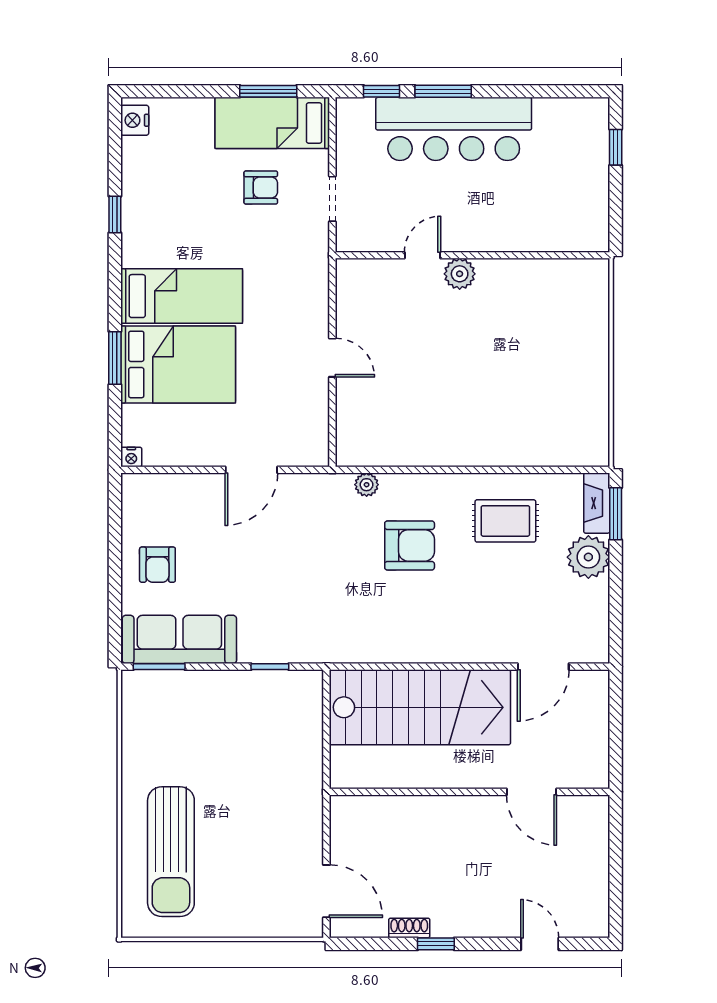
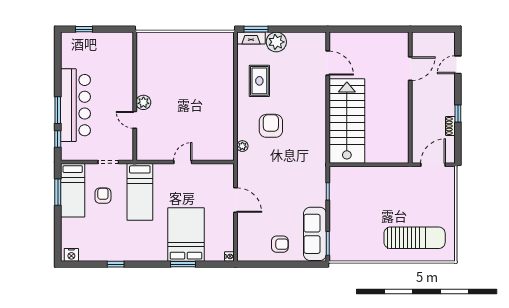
bed: (182, 296) -> (140, 192), moved, turned 180
wall: (470, 792) -> (410, 98), moved
door: (531, 792) -> (410, 69), moved

